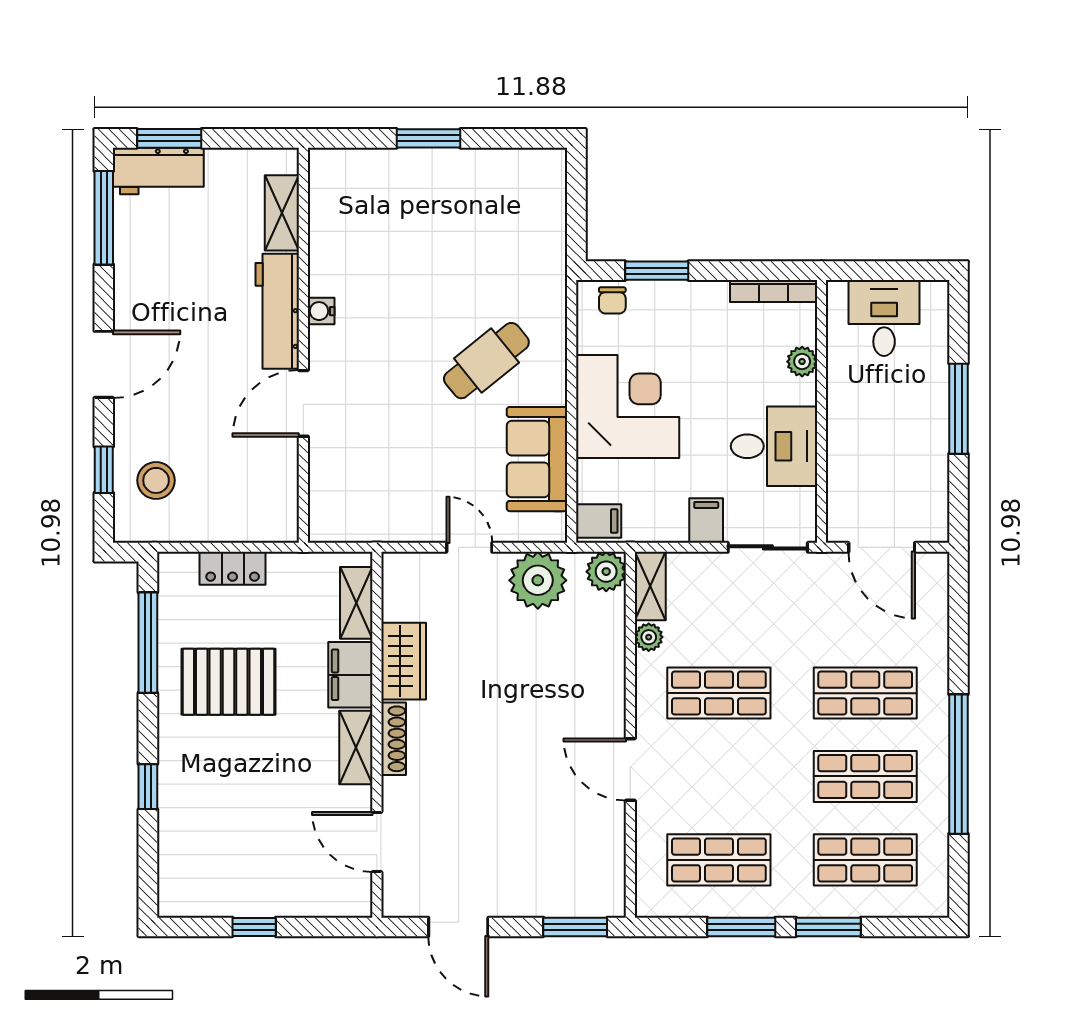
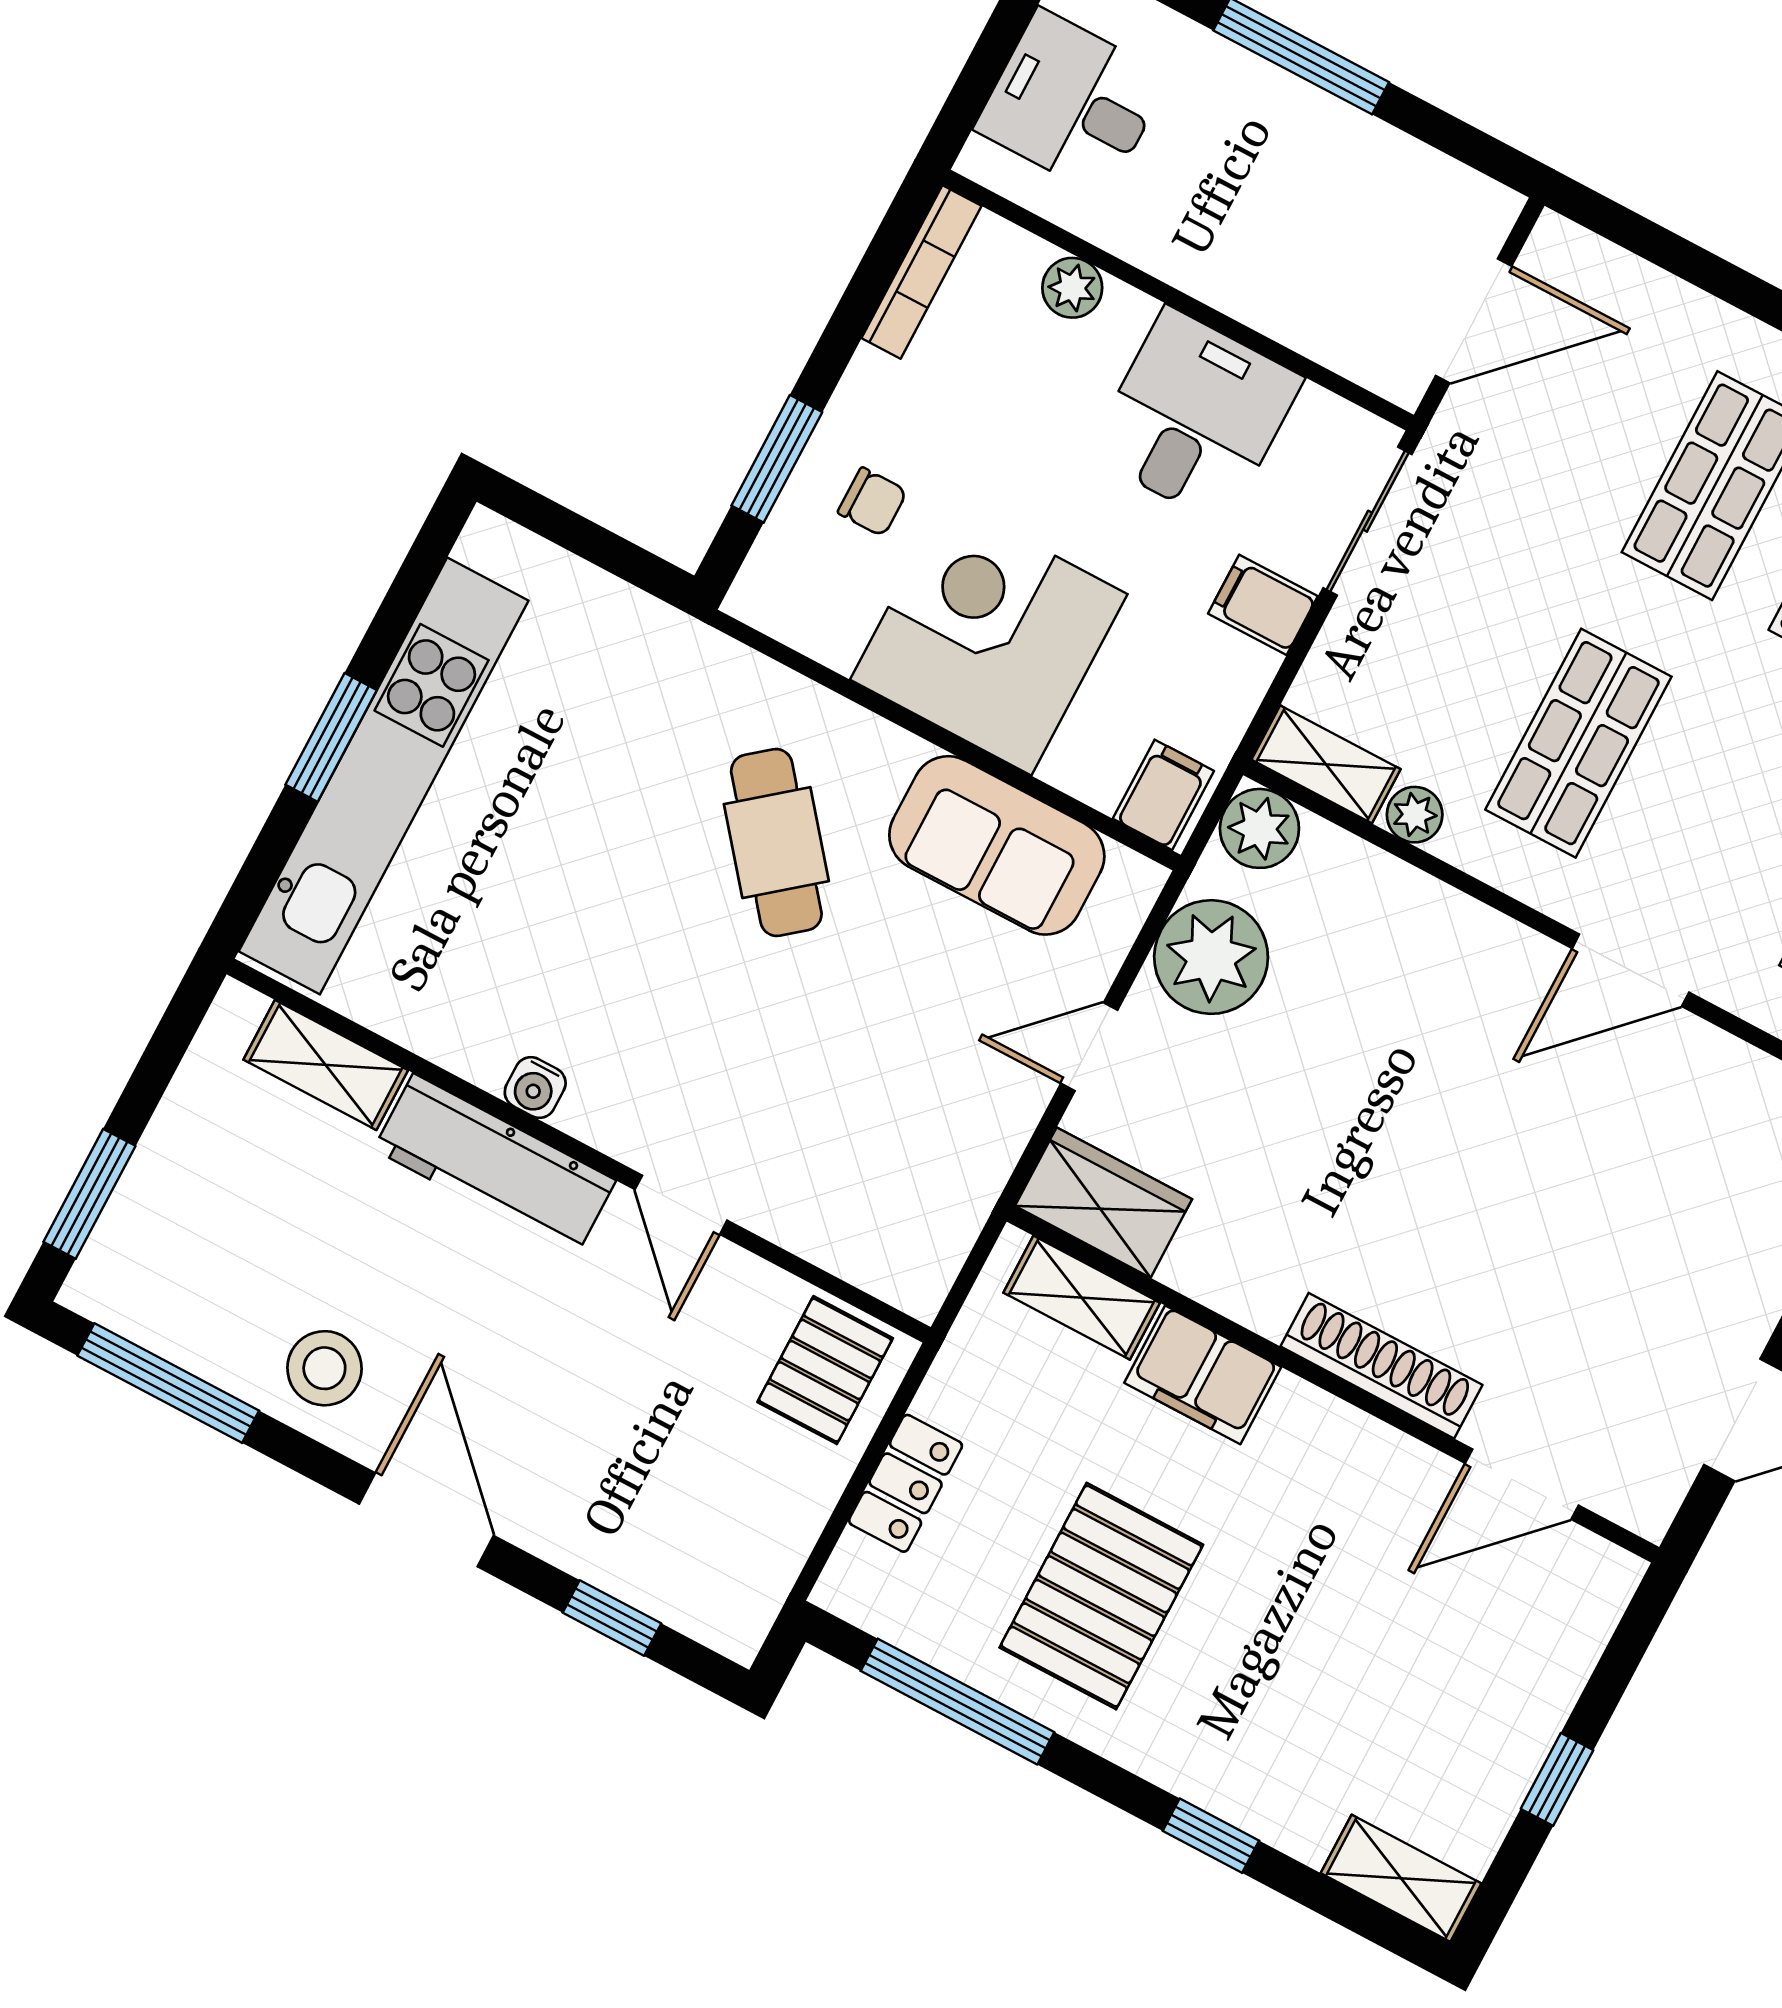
workbench: (158, 171) -> (137, 1244), removed
kitchen unit: (424, 171) -> (384, 776), added
chair: (612, 300) -> (872, 502), moved
door: (303, 403) -> (681, 1205), width x0.73
stool: (156, 480) -> (324, 1368), moved
pallet: (264, 506) -> (825, 1370), added
wardrobe: (404, 661) -> (1104, 1203), moved
shoe rack: (394, 739) -> (1381, 1366), width x1.36, depth x1.24
shelving: (356, 747) -> (1401, 1878), moved

